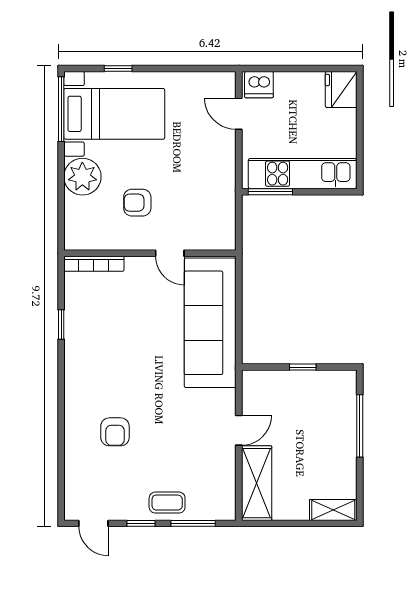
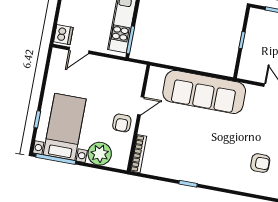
wall: (150, 253) -> (138, 118), moved
door: (170, 253) -> (141, 106), moved
bookcase: (94, 264) -> (138, 154), moved

